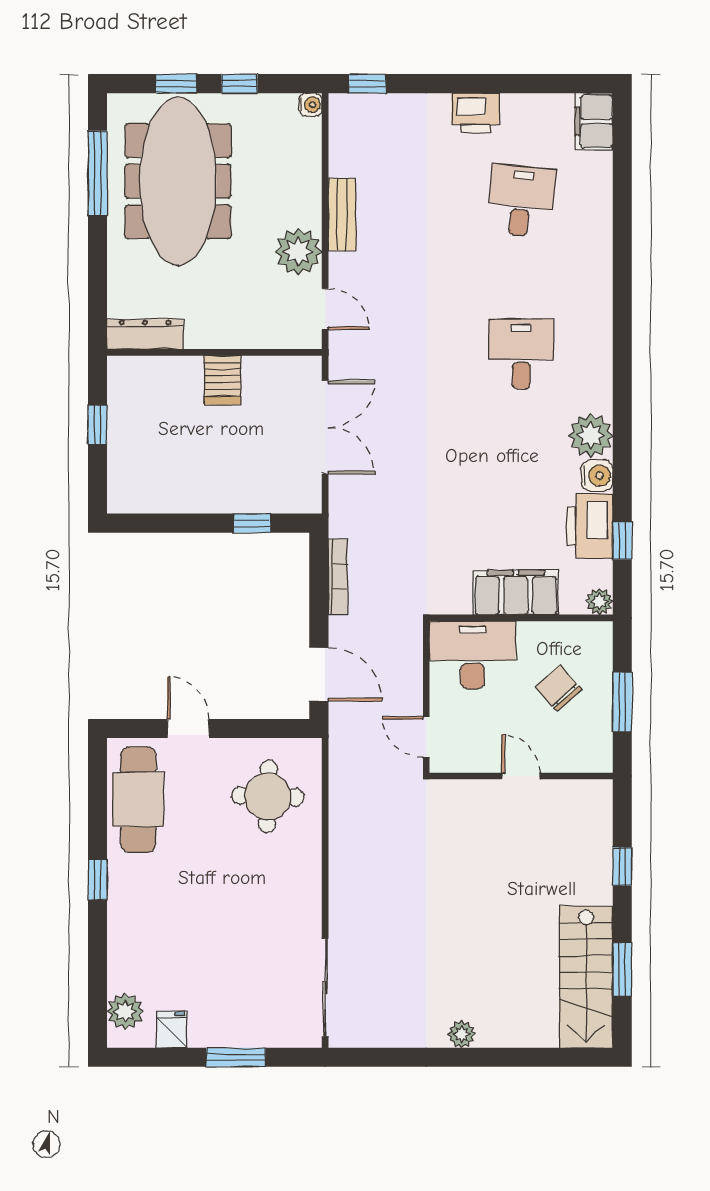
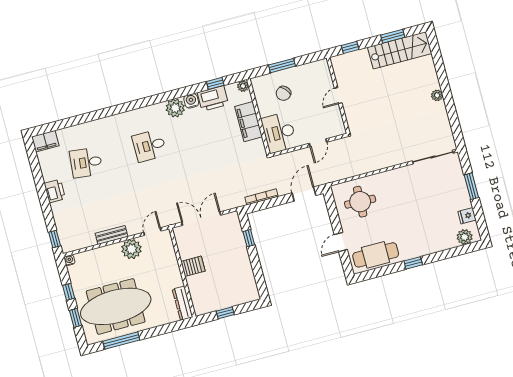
door: (521, 776) -> (338, 96), moved
wall: (521, 776) -> (338, 95), moved

